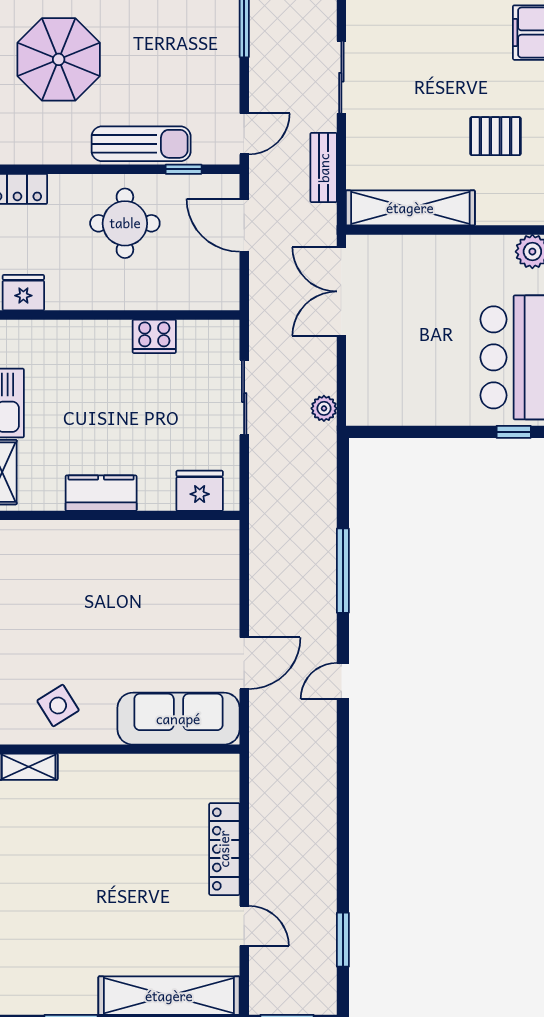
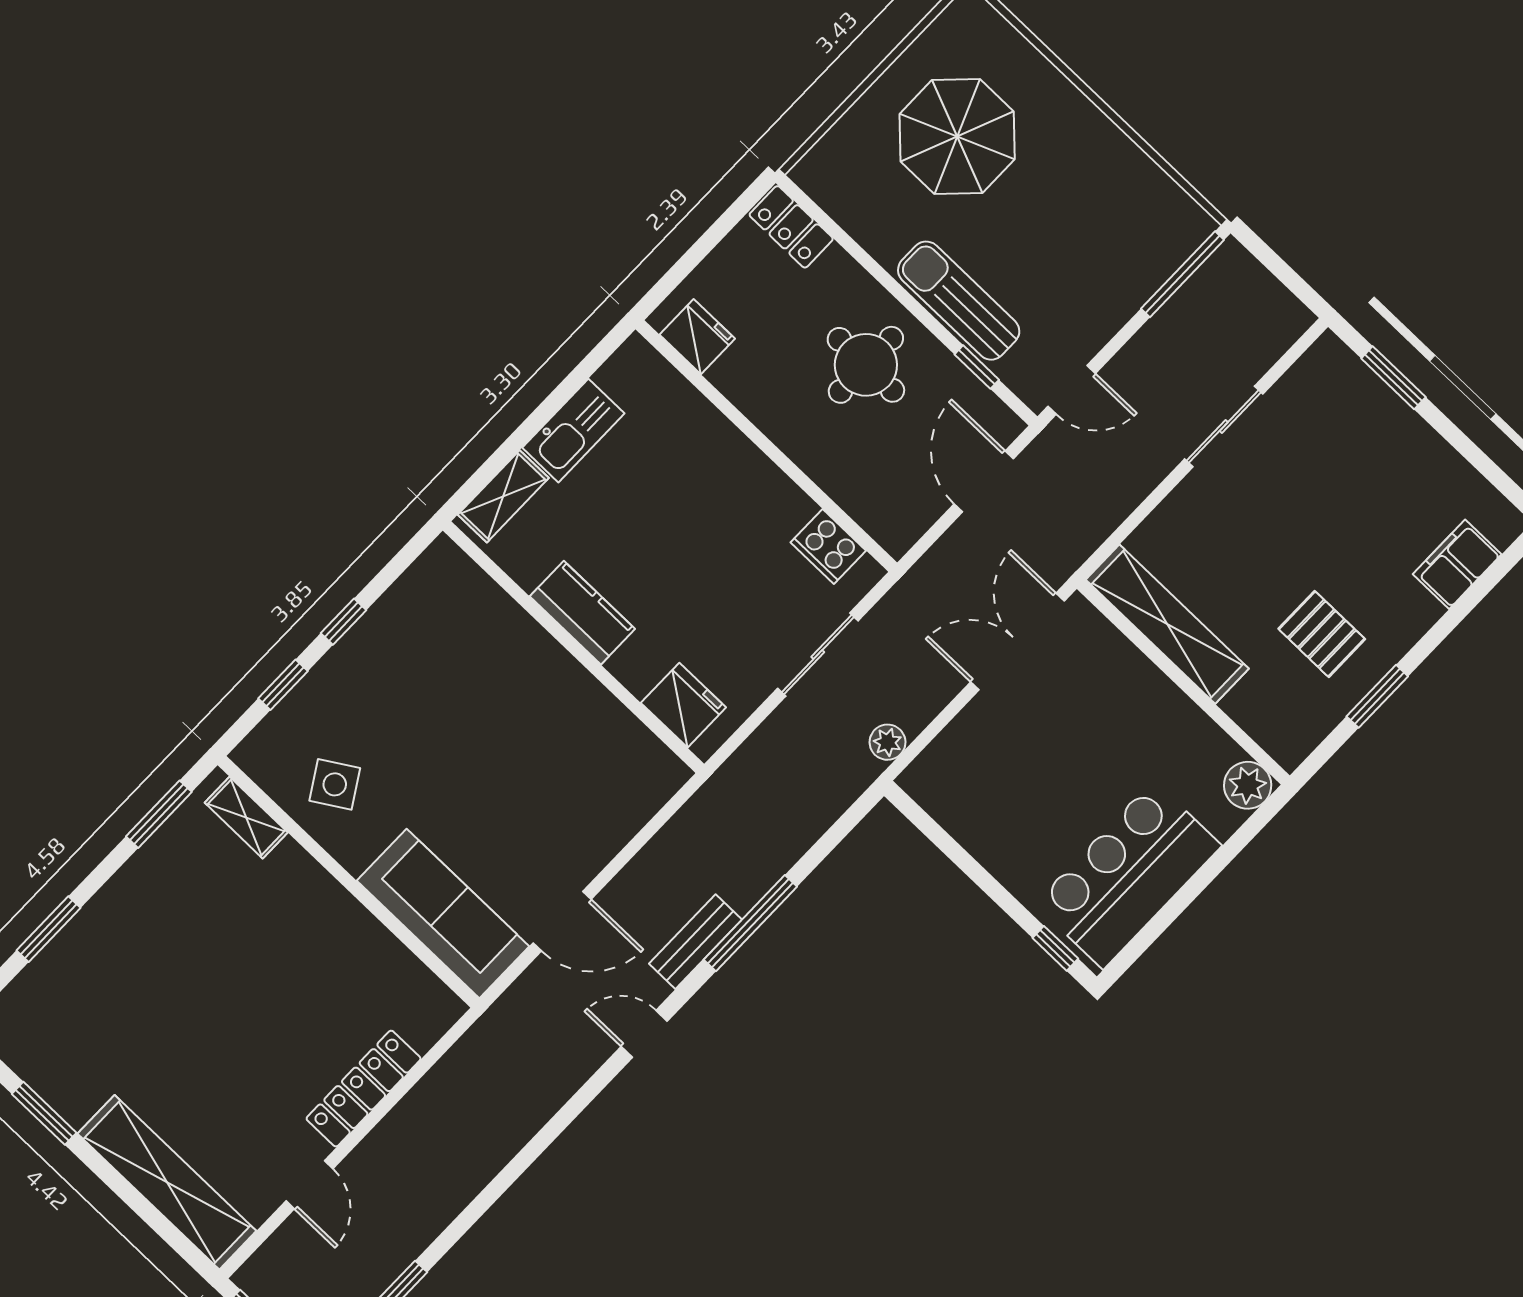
sun lounger: (141, 144) -> (959, 301), turned 180
bench: (324, 168) -> (695, 942), moved
cooker: (154, 336) -> (828, 546), moved

